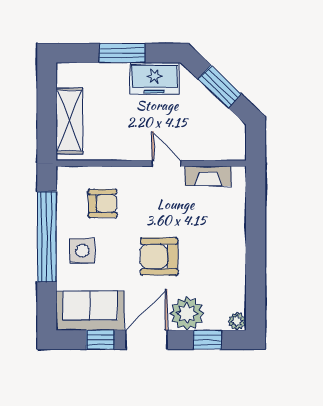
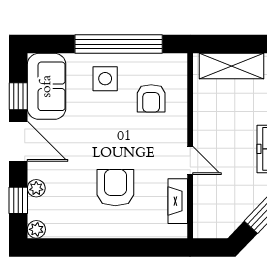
door: (166, 163) -> (190, 161), hinge flipped
armchair: (159, 256) -> (115, 188), moved
plant: (187, 313) -> (36, 188), width x0.53, depth x0.53

